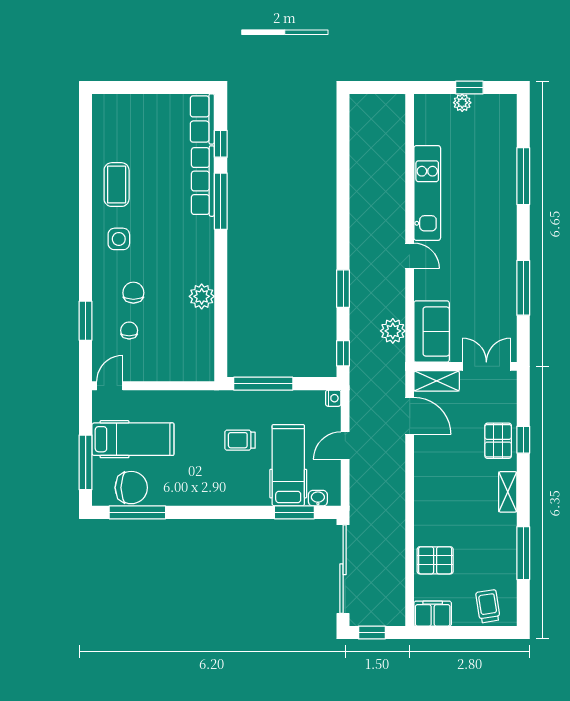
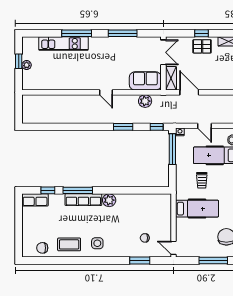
window: (523, 176) -> (77, 33), moved
row of seats: (203, 181) -> (83, 200), moved
kitchen unit: (427, 193) -> (63, 44), moved, turned 180
door: (410, 256) -> (106, 92), swing flipped
chair: (133, 293) -> (42, 248), moved
plant: (202, 296) -> (109, 200), moved
double door: (486, 366) -> (163, 52), swing flipped
window: (263, 384) -> (172, 149), moved
door: (410, 416) -> (189, 92), hinge flipped
hospital bed: (133, 439) -> (197, 209), moved, turned 90

